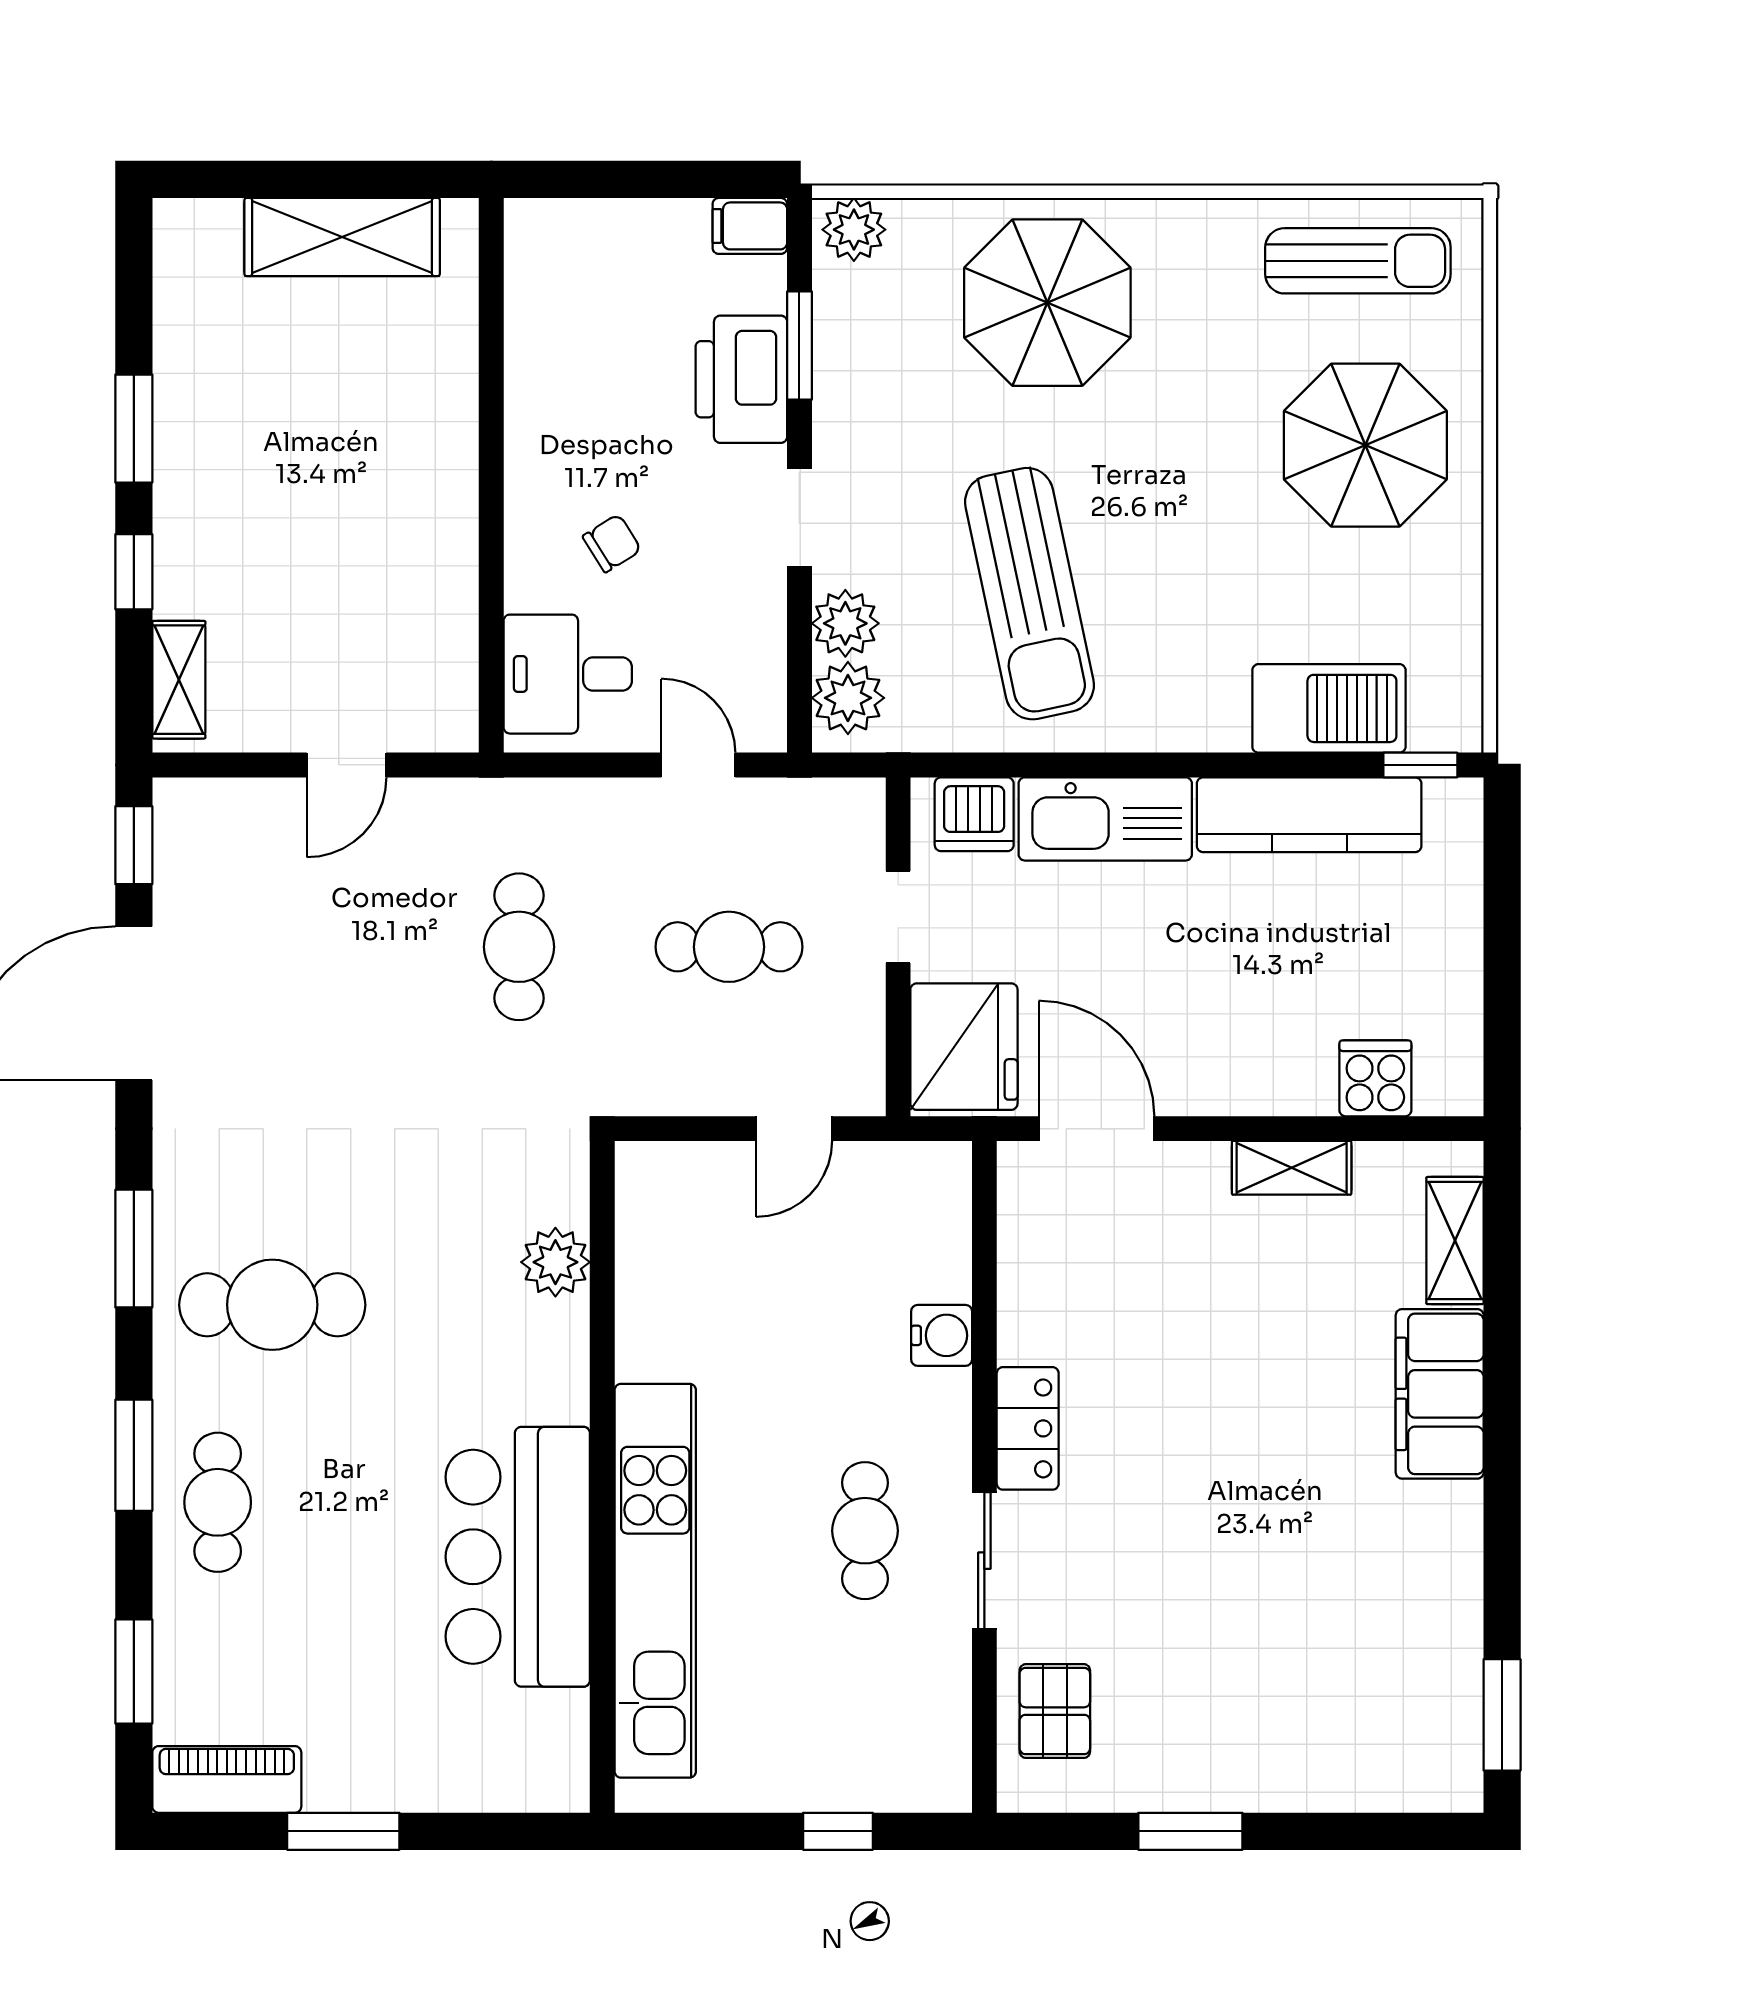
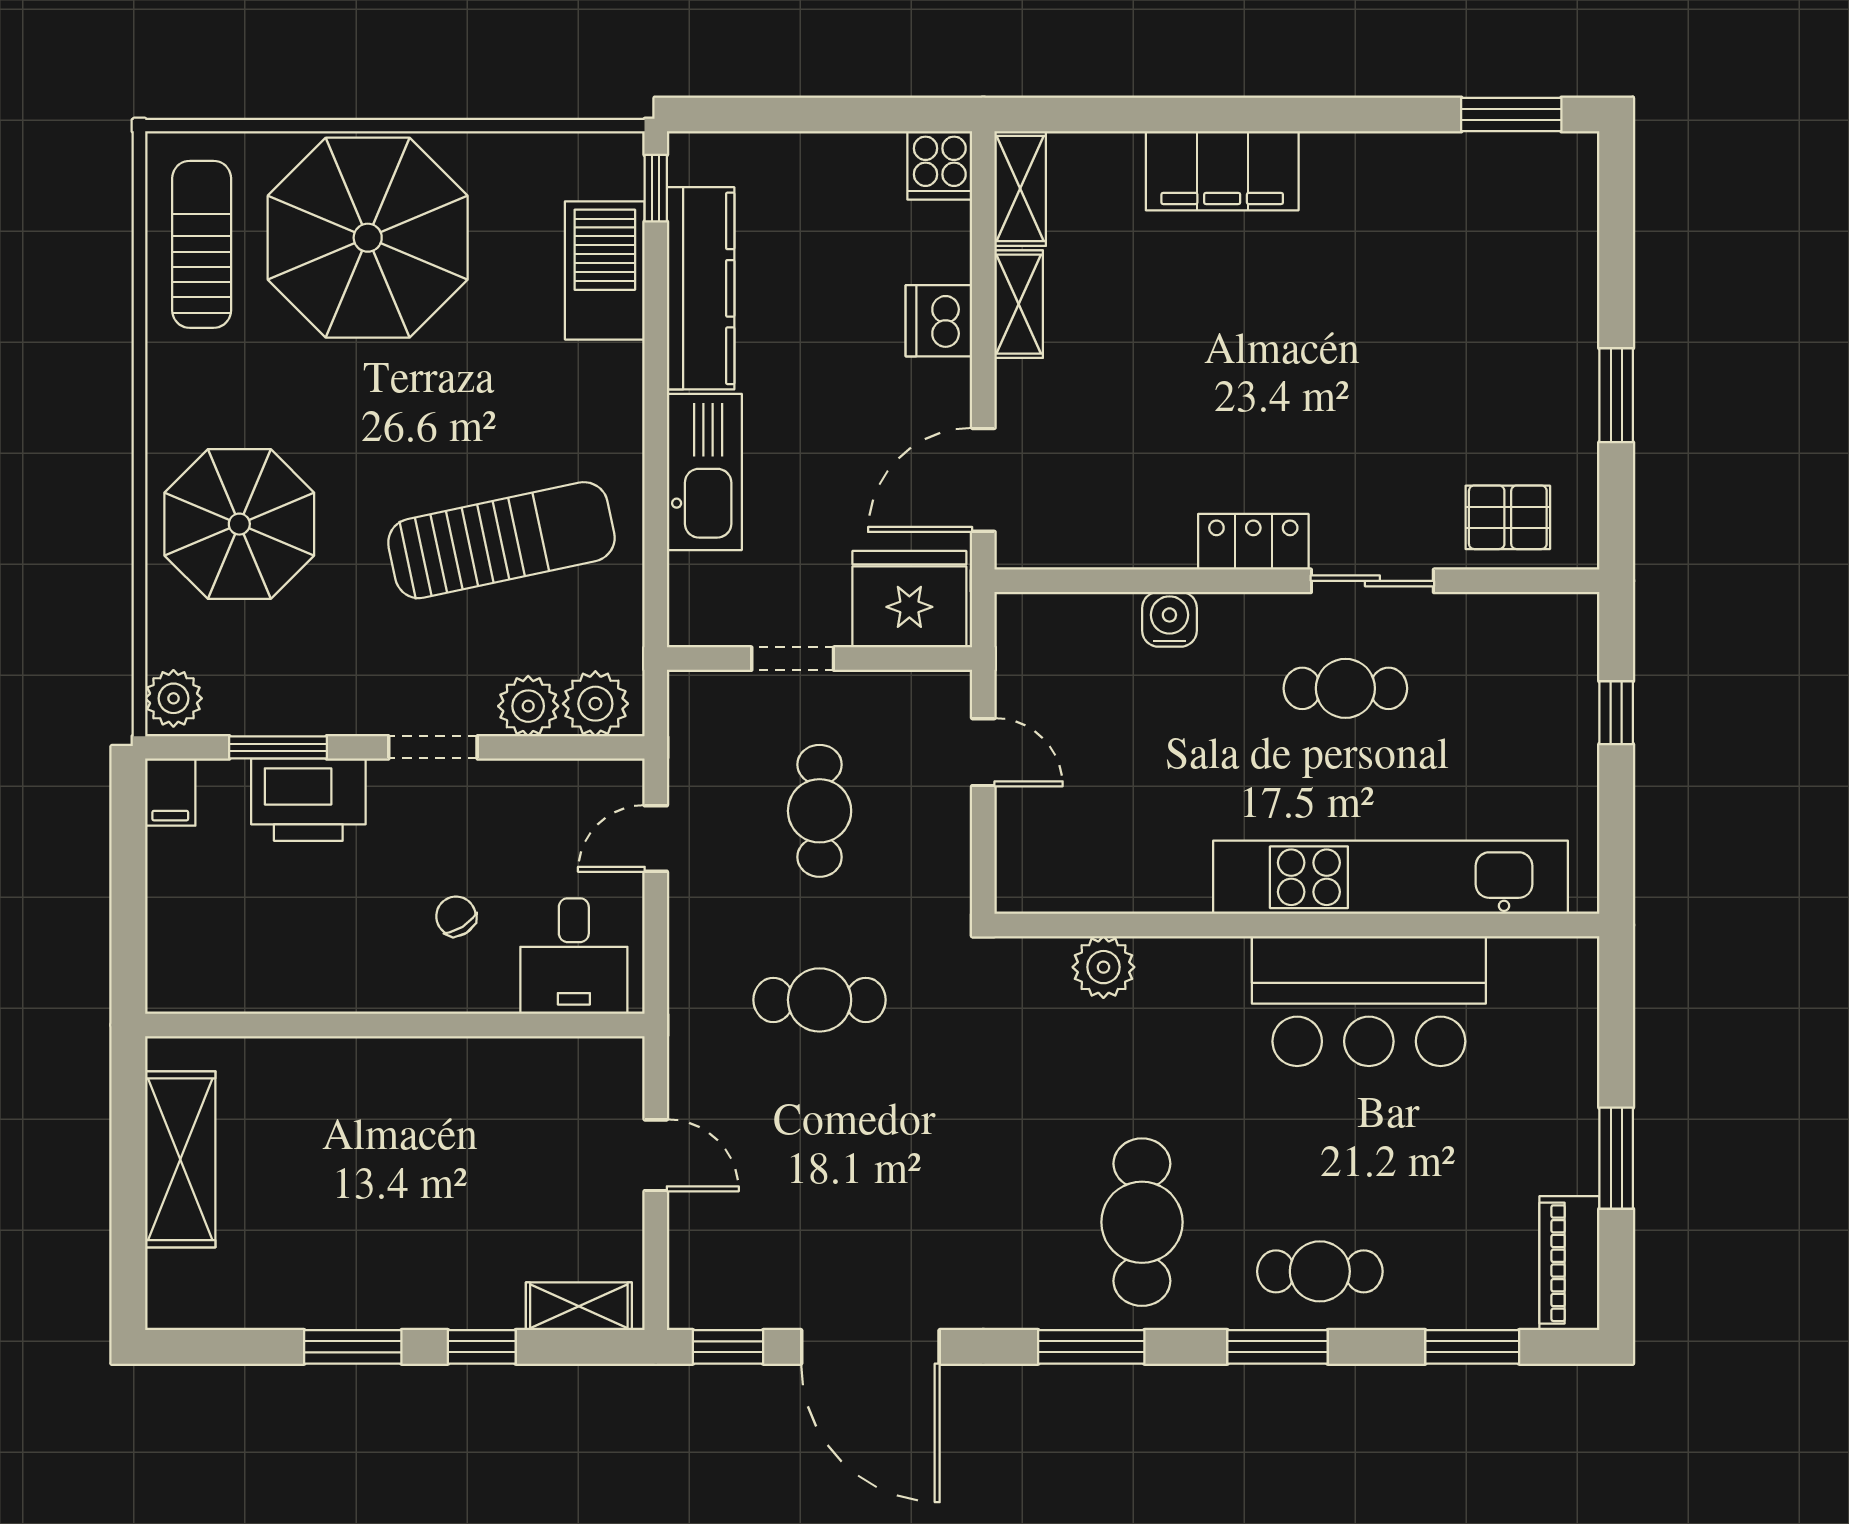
parasol: (1365, 445) -> (368, 238), width x1.36, depth x1.36
dishwasher: (974, 814) -> (939, 321), moved, turned 180
cooker: (1375, 1078) -> (940, 165), moved, turned -90
shelving: (1455, 1241) -> (1020, 189), moved, turned 90

